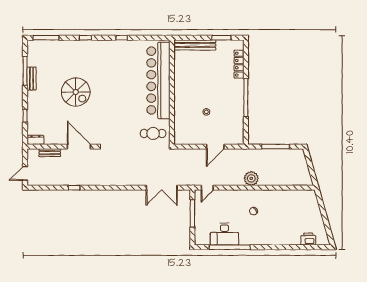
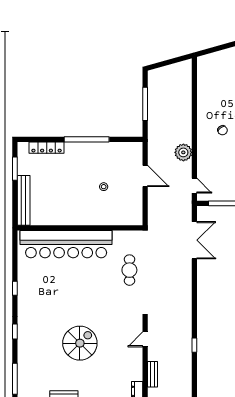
cafe table: (153, 133) -> (129, 270), moved
door: (79, 147) -> (145, 339), width x0.53
plant: (251, 178) -> (183, 152), moved

